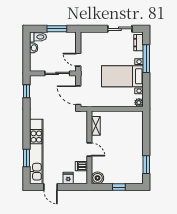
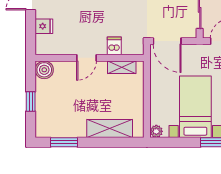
door: (78, 95) -> (167, 41), swing flipped
shelving: (137, 134) -> (110, 129), added
dishwasher: (81, 166) -> (114, 46), moved

